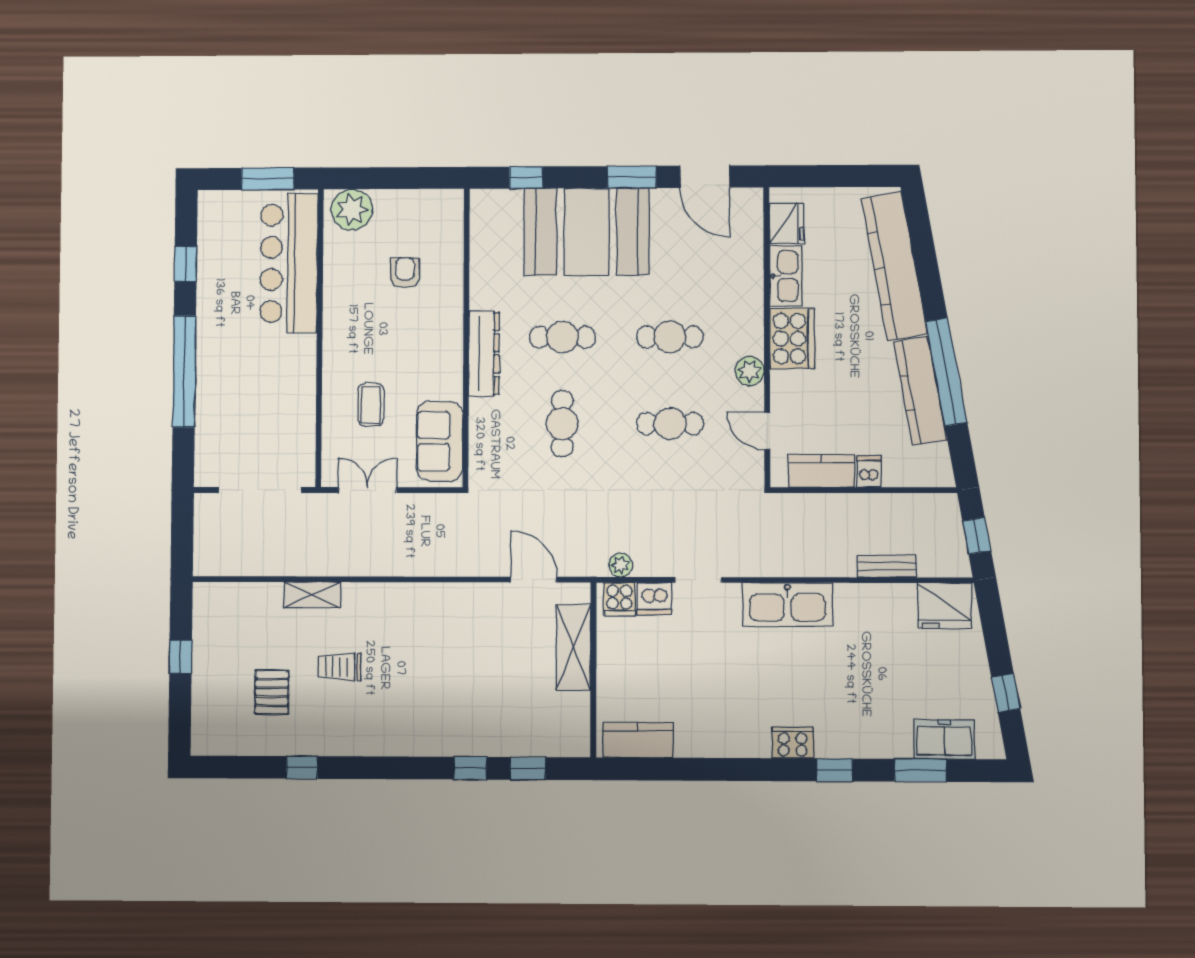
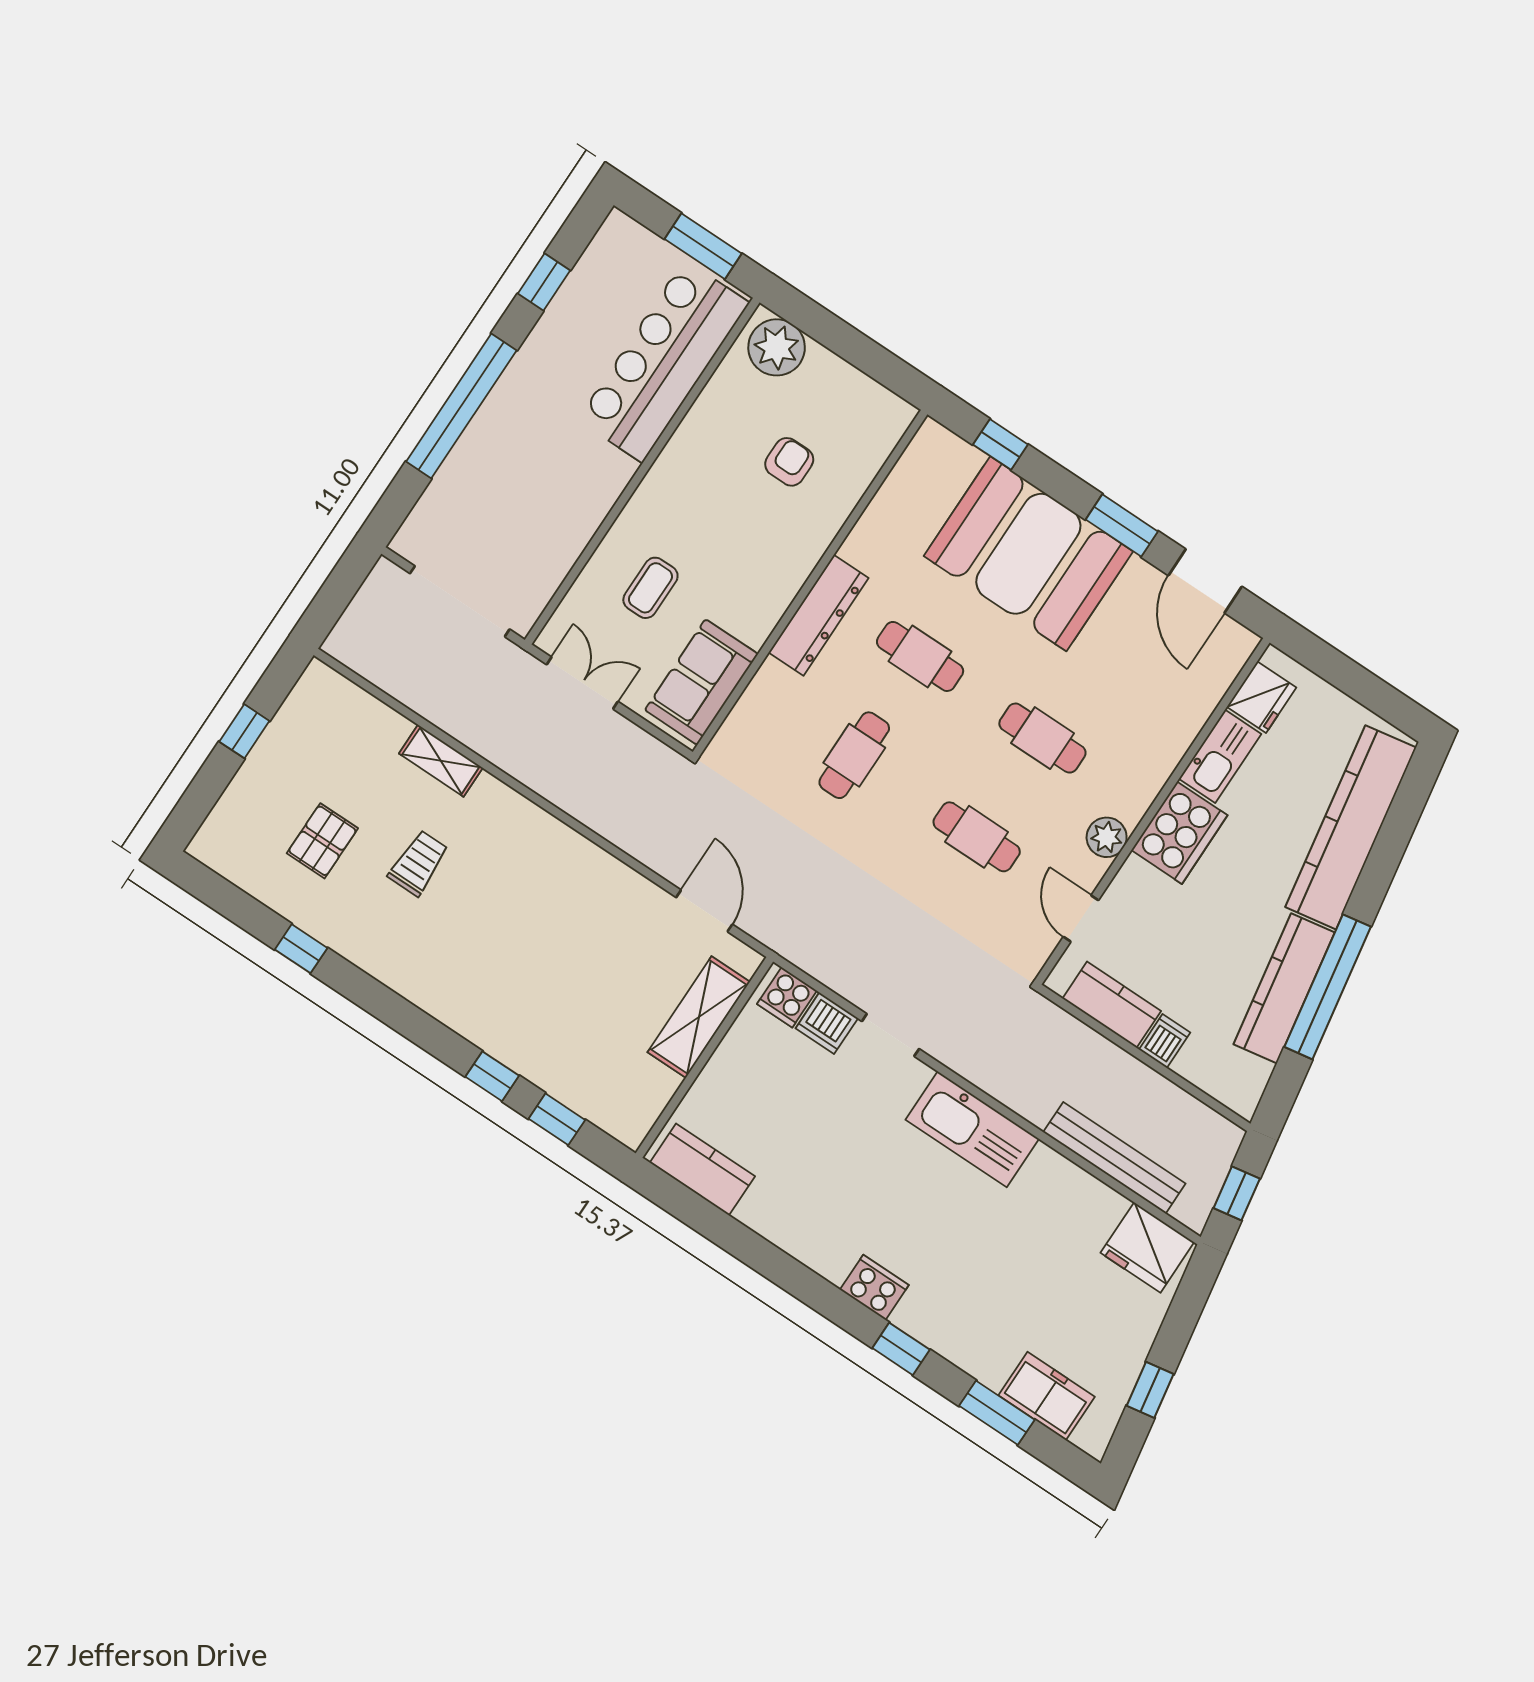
plant: (621, 565) -> (814, 960), removed
bench: (887, 566) -> (1114, 1158), width x1.86, depth x1.21
trolley: (339, 667) -> (418, 863), turned 90

